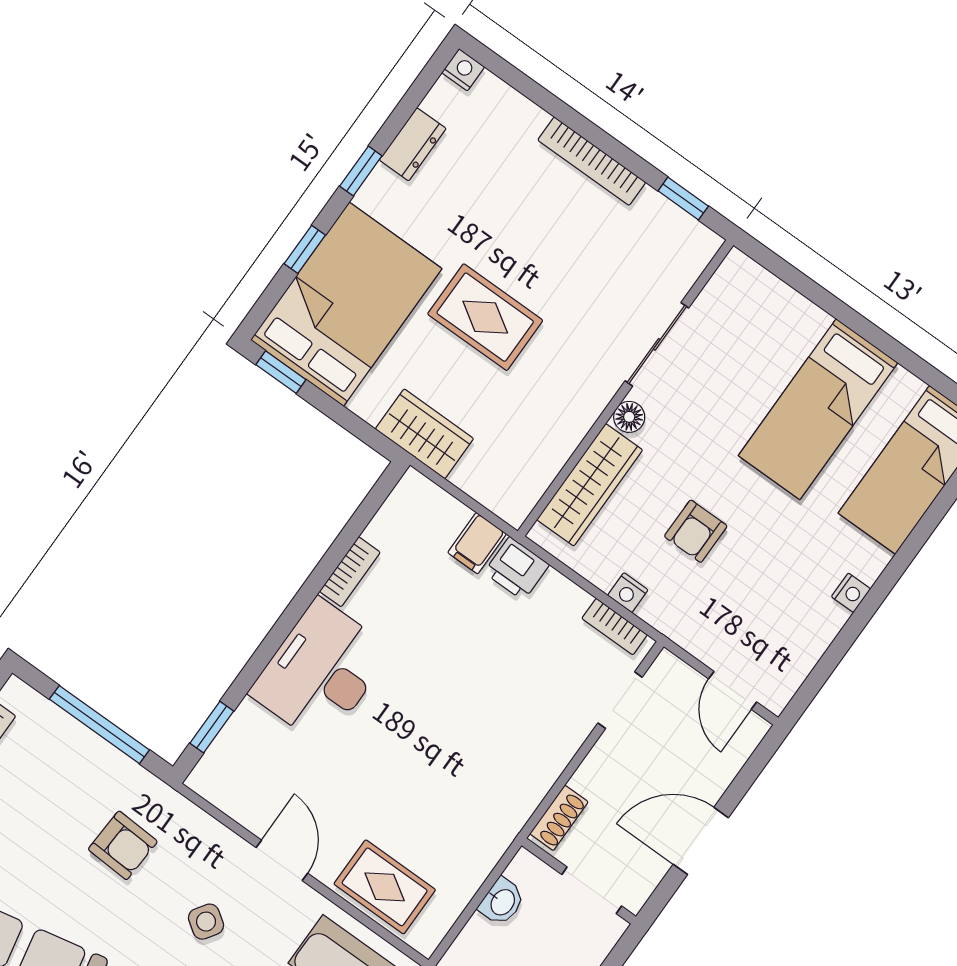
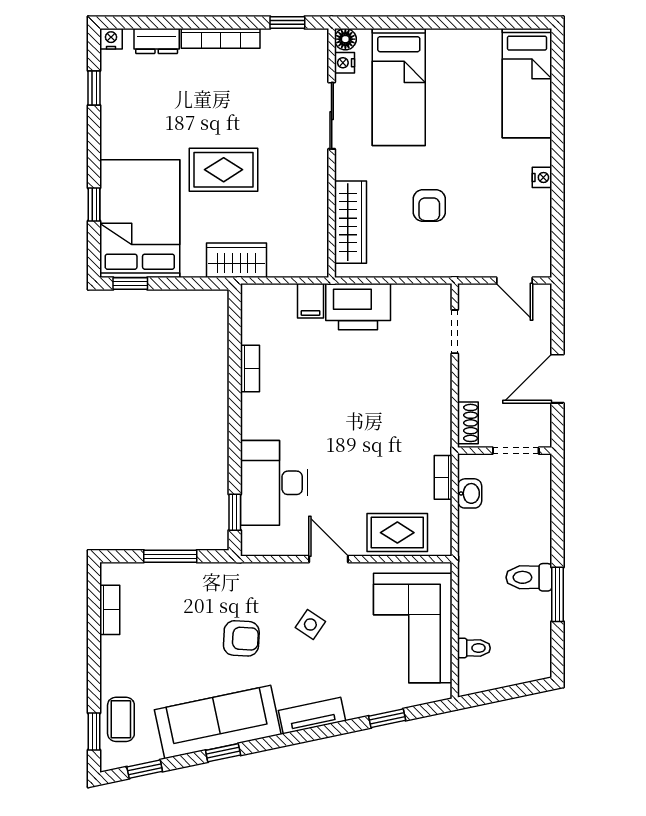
dresser: (413, 144) -> (157, 41), moved, turned 90
window: (361, 171) -> (94, 88), moved
bed: (818, 409) -> (399, 87), moved
floor lamp: (629, 417) -> (345, 39), moved
printer: (517, 569) -> (358, 307), width x1.87, depth x1.48
nightstand: (628, 593) -> (344, 63), moved, turned 90
bookcase: (615, 627) -> (443, 477), moved, turned 90
desk: (321, 672) -> (274, 483), moved
window: (99, 725) -> (170, 556), width x0.69
armchair: (123, 845) -> (241, 638), moved

